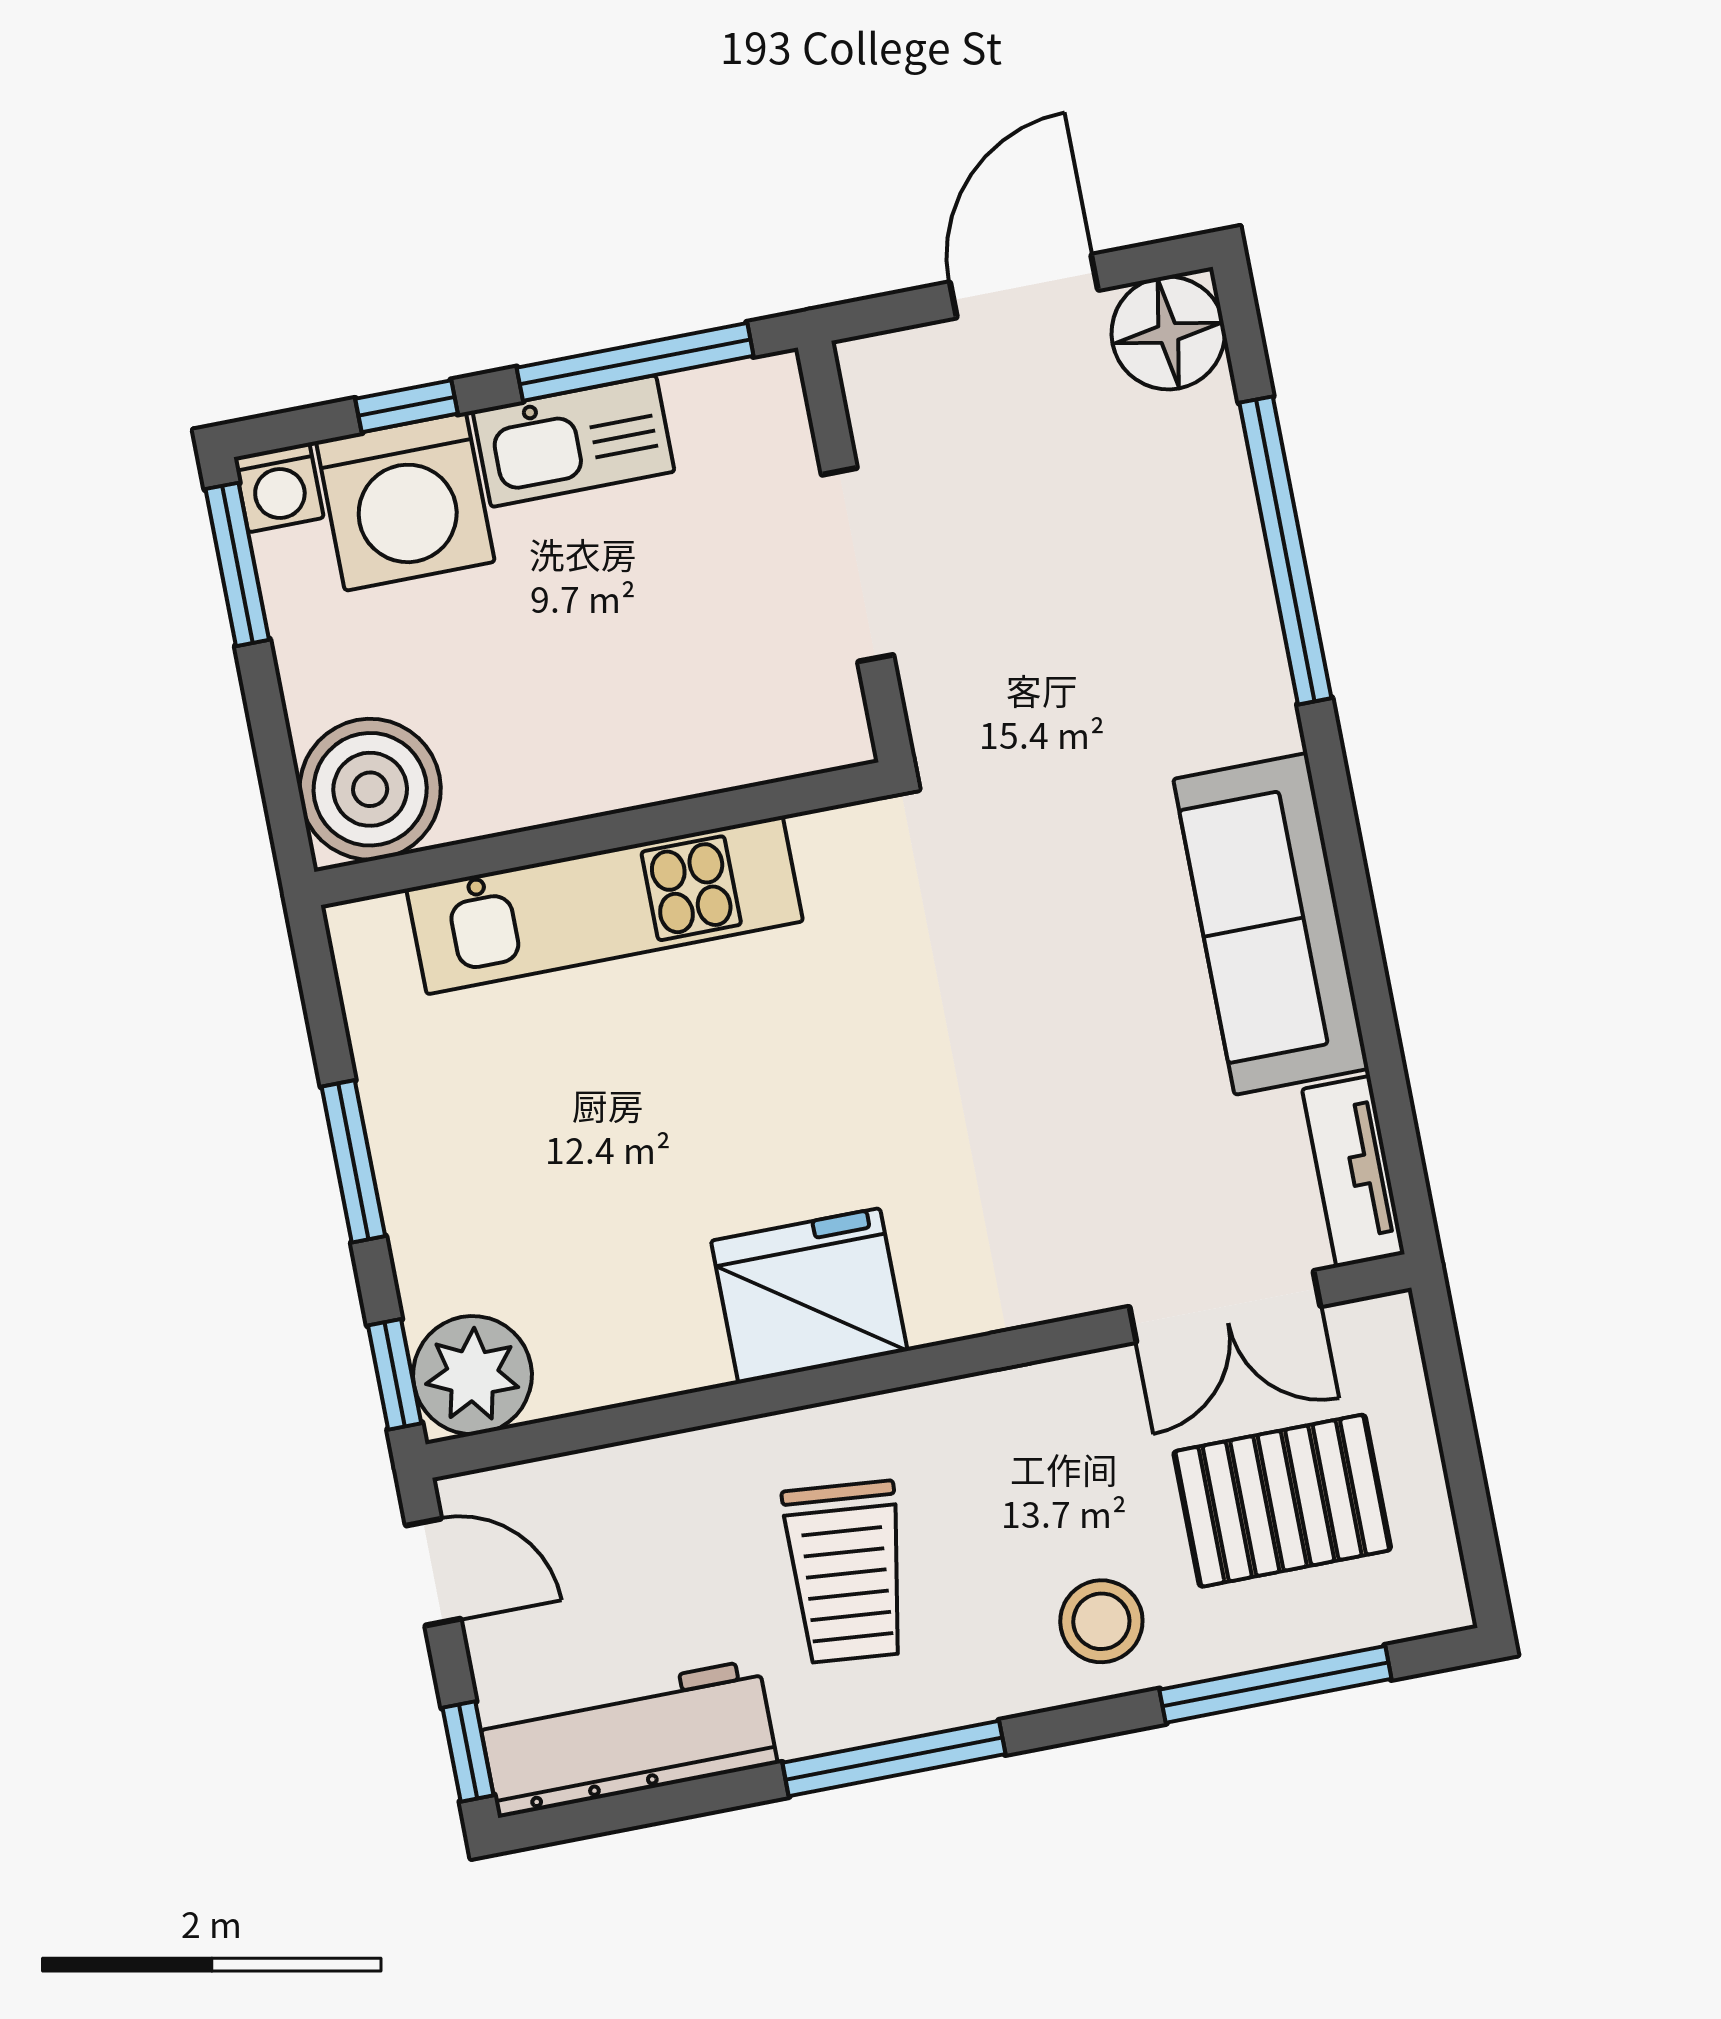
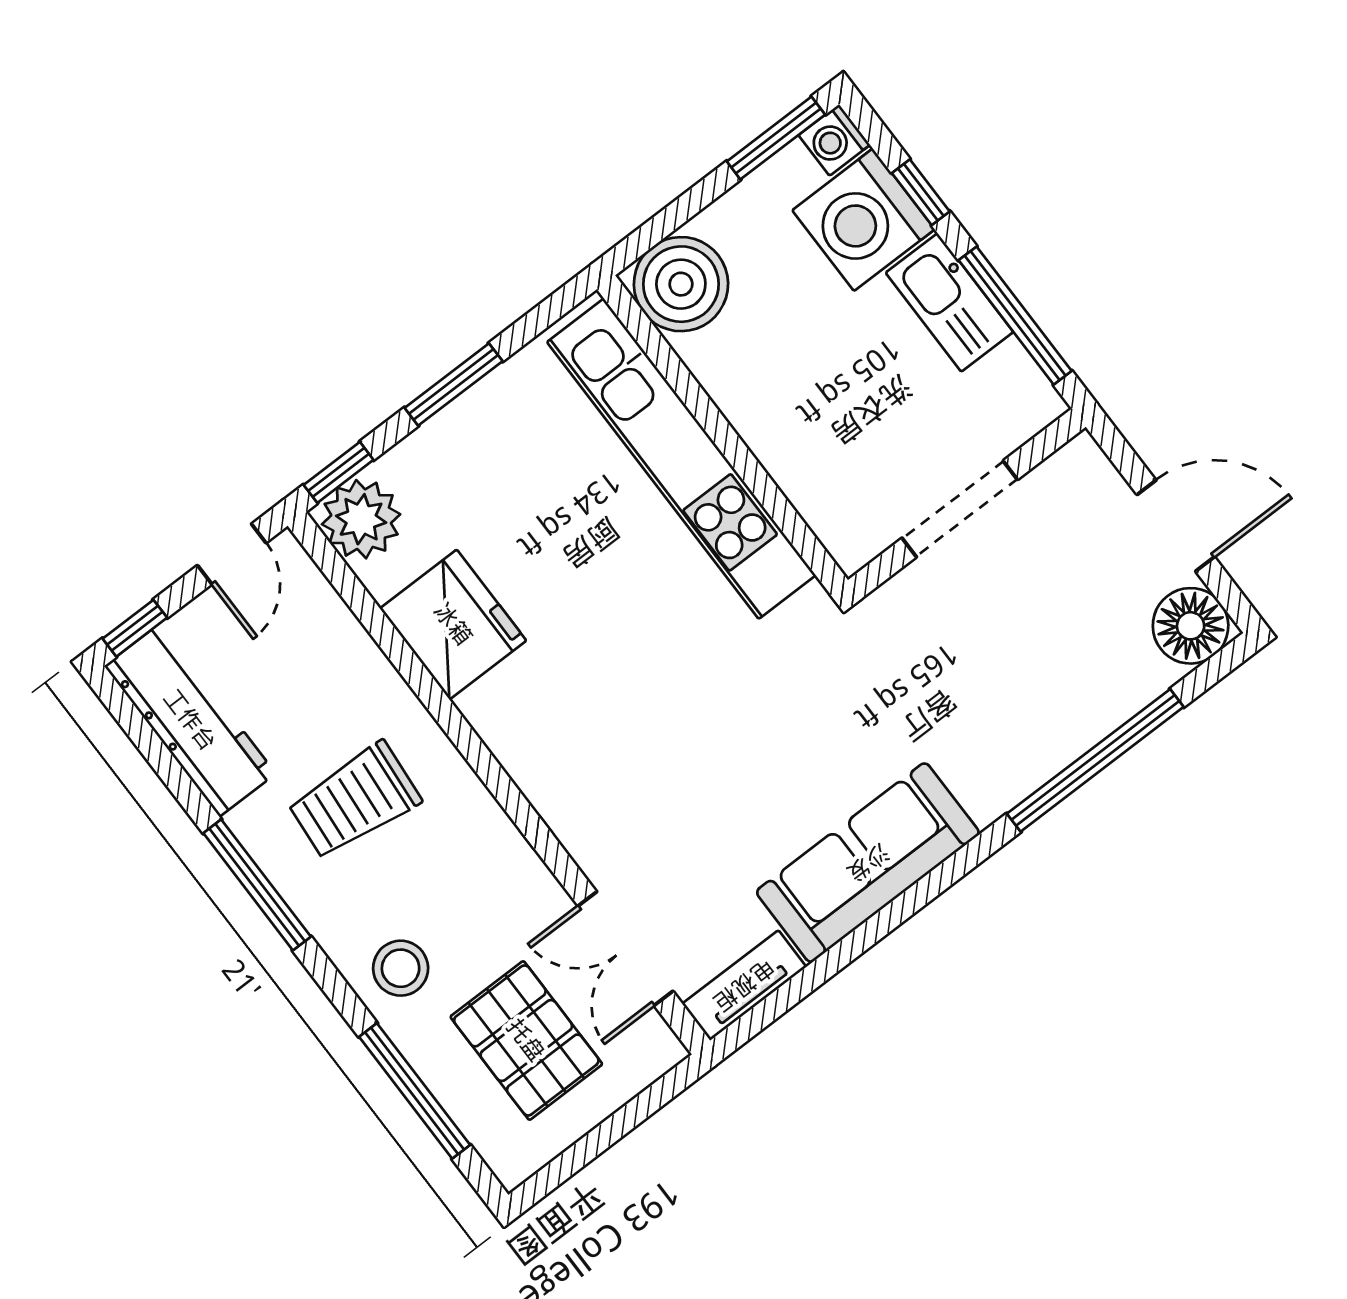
kitchen unit: (605, 905) -> (681, 459), width x1.36
fridge: (809, 1296) -> (453, 624), moved

